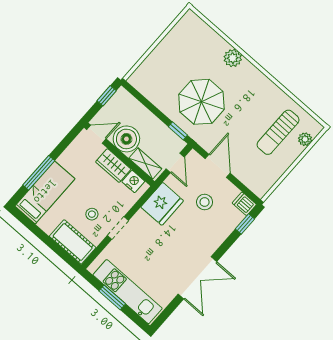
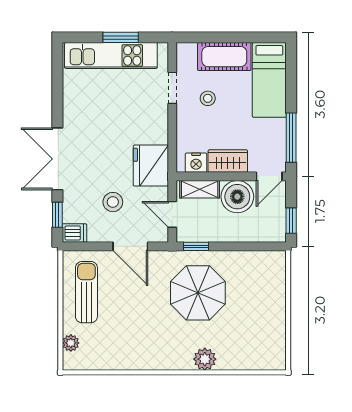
sun lounger: (278, 132) -> (86, 292), moved
window: (39, 173) -> (291, 138), moved
doorway: (118, 228) -> (172, 88), moved
cot: (73, 242) -> (224, 57), moved
double door: (197, 278) -> (57, 159), moved

